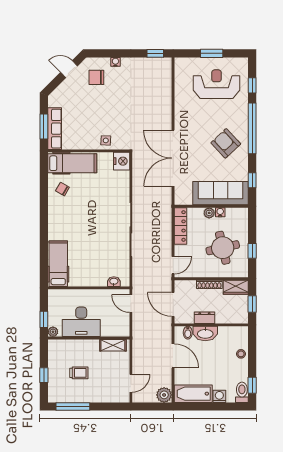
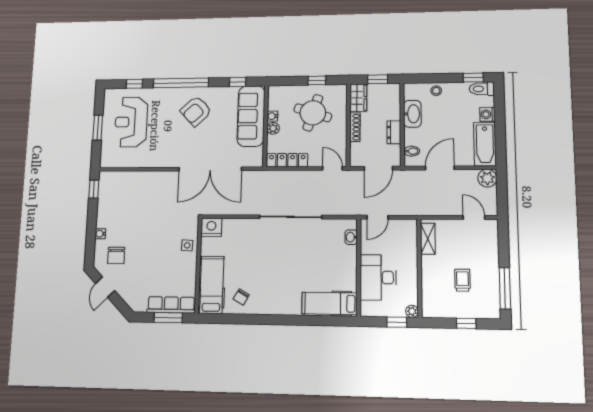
round table: (223, 248) -> (313, 113), turned 31
desk: (81, 322) -> (378, 277), moved, turned 180
washbasin: (205, 333) -> (412, 114), moved

